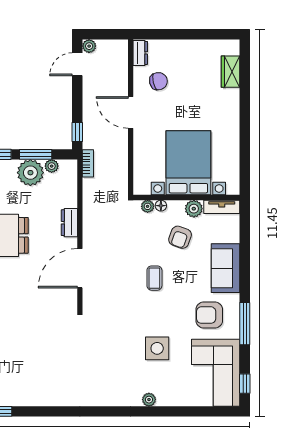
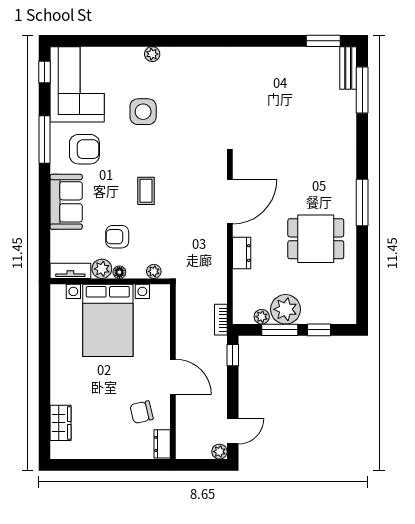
floor lamp: (161, 206) -> (119, 272), moved
armchair: (180, 237) -> (117, 237), turned -110

